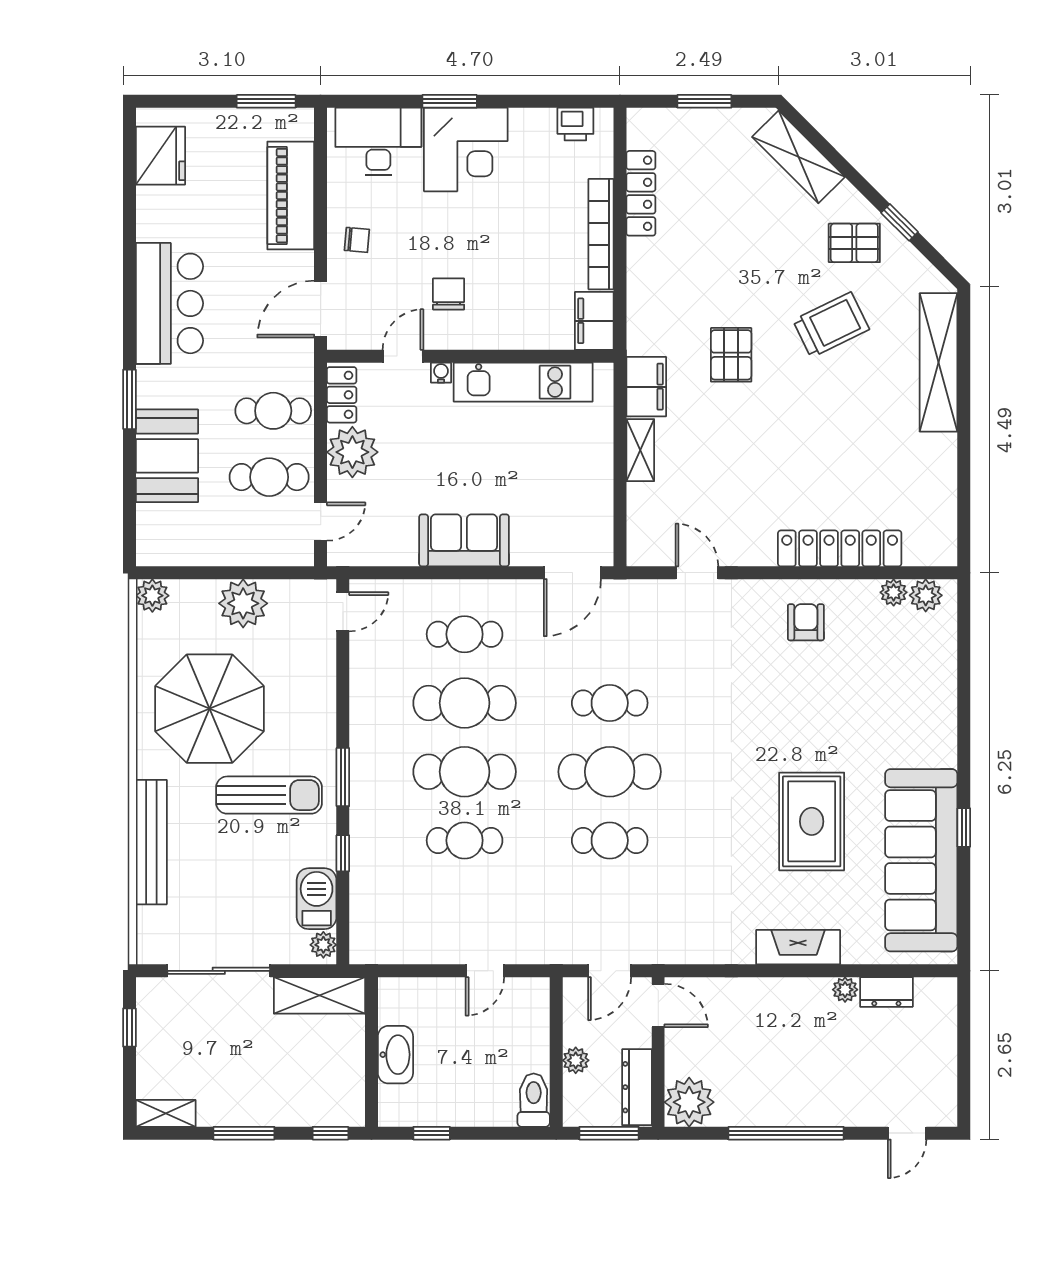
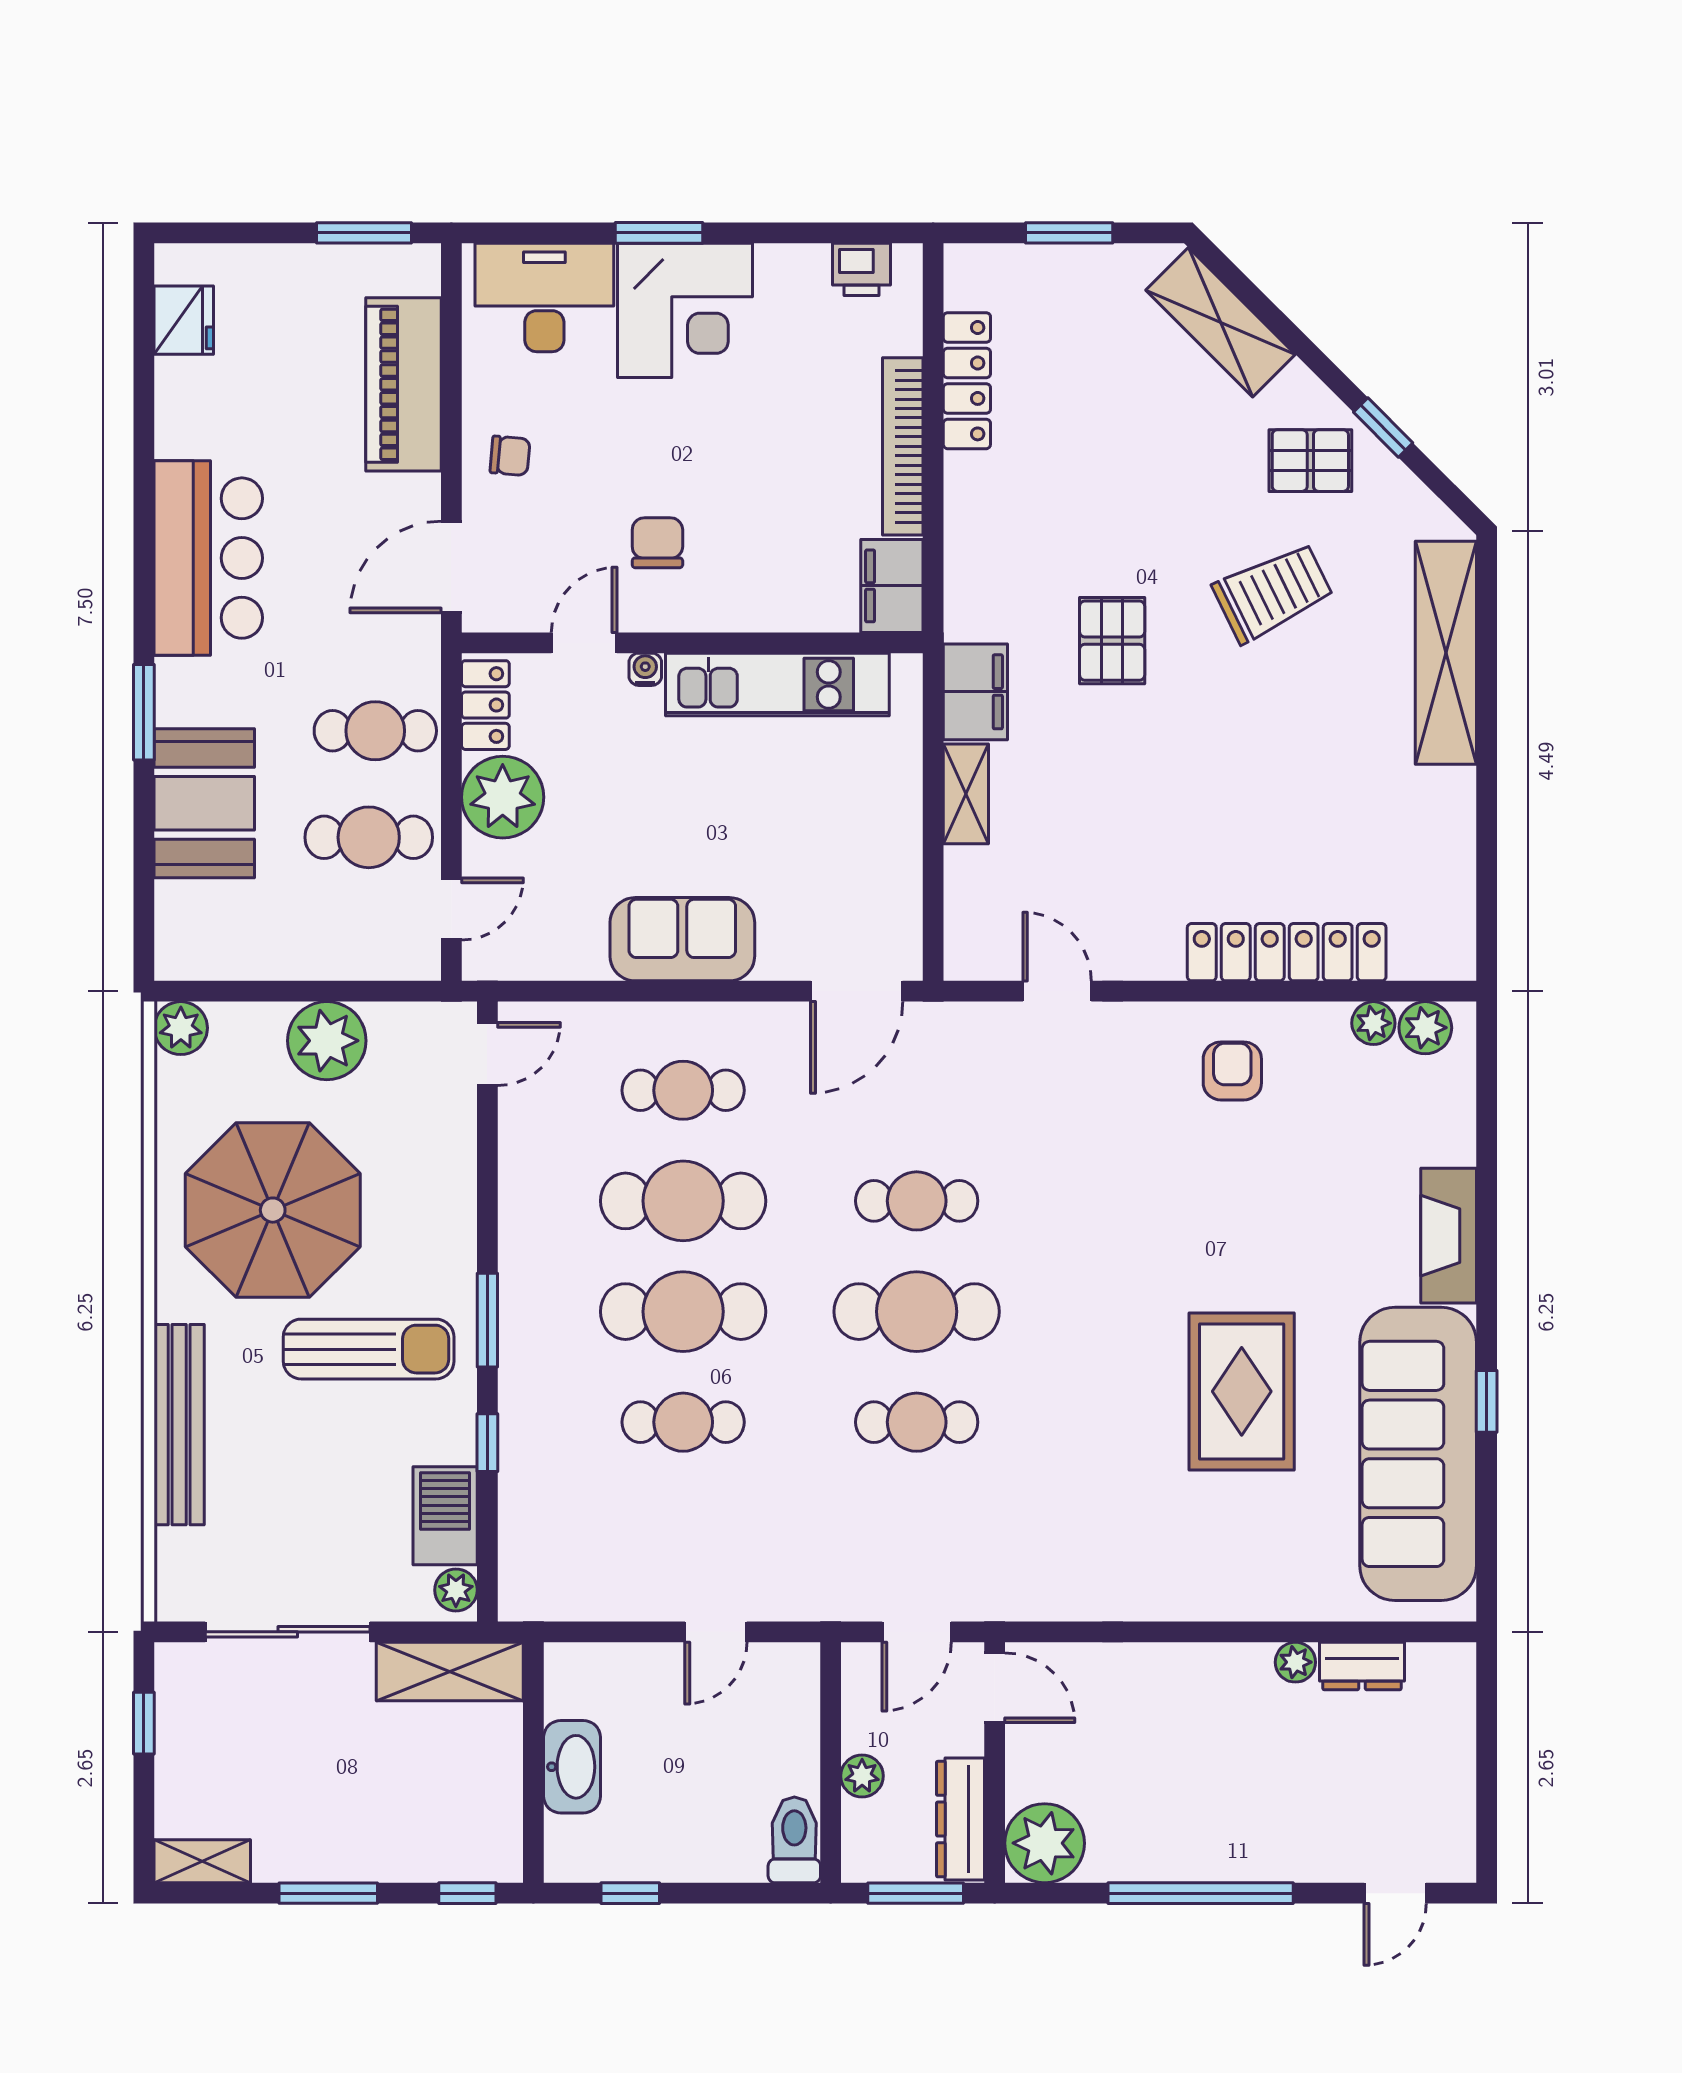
fridge: (160, 156) -> (184, 320), width x0.73, depth x0.75
fireplace: (798, 947) -> (1449, 1236), moved, turned -90

